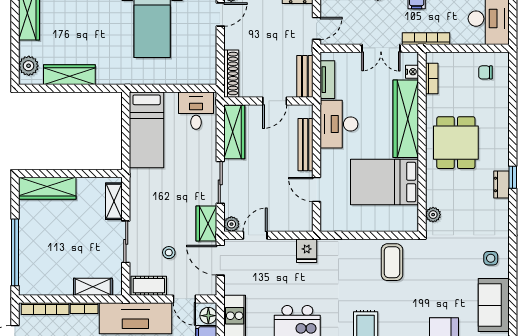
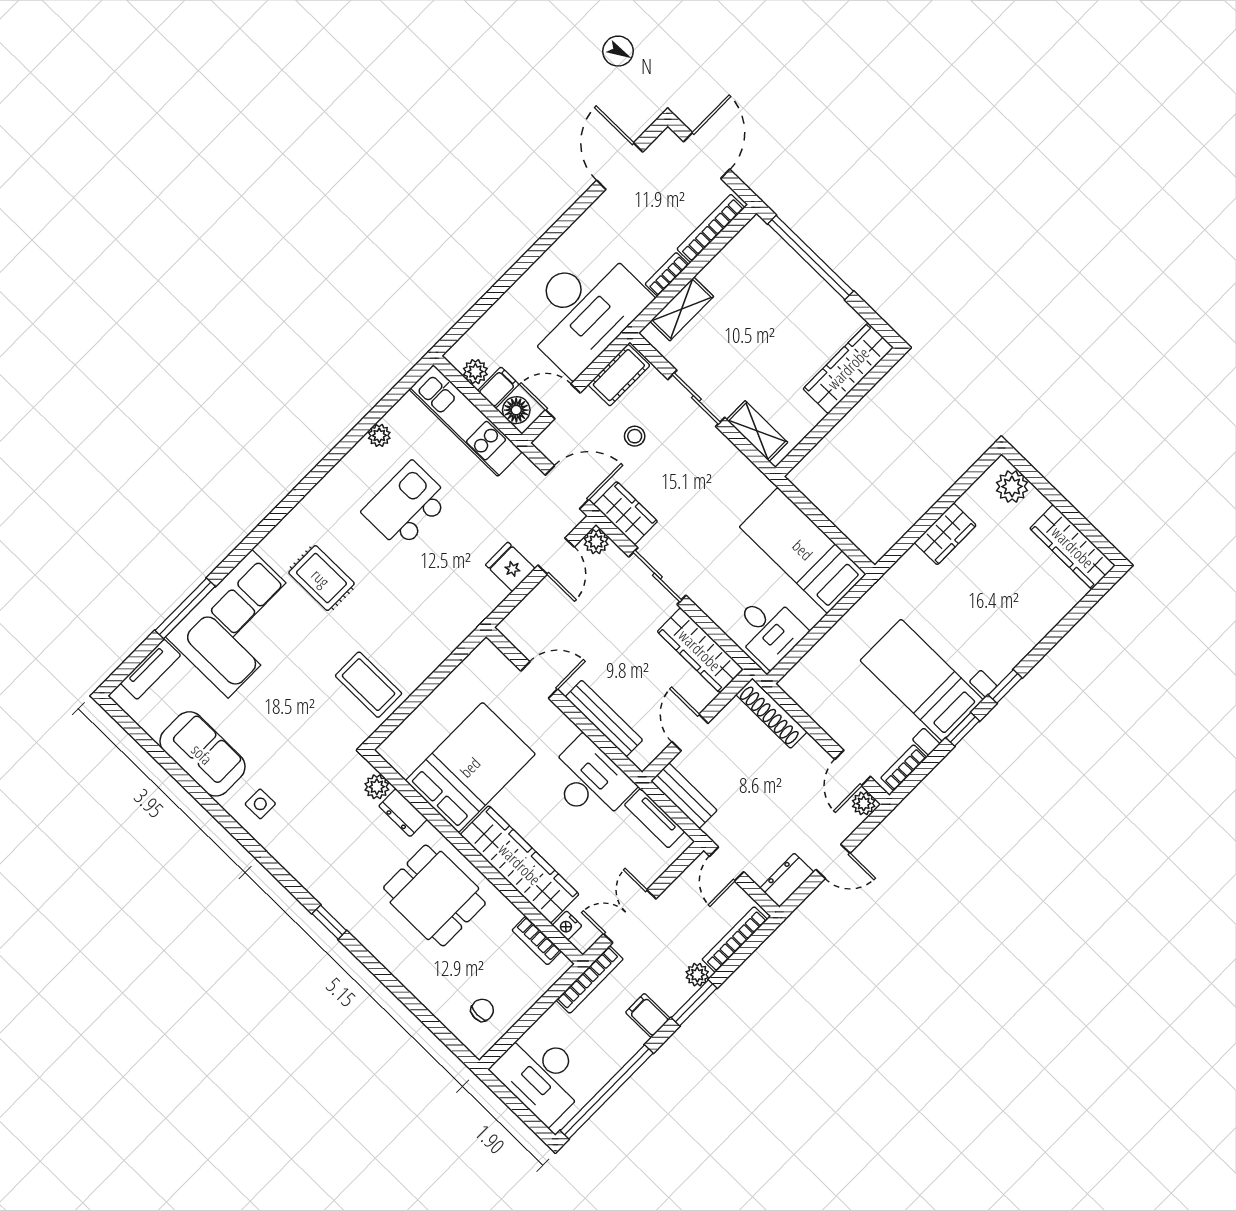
wardrobe: (69, 75) -> (945, 534), width x0.67
dresser: (501, 184) -> (403, 813), moved, turned 180
fridge: (307, 251) -> (510, 567), moved

